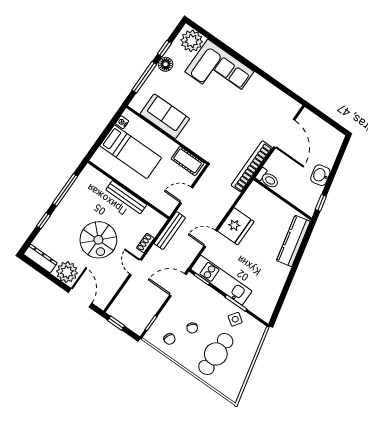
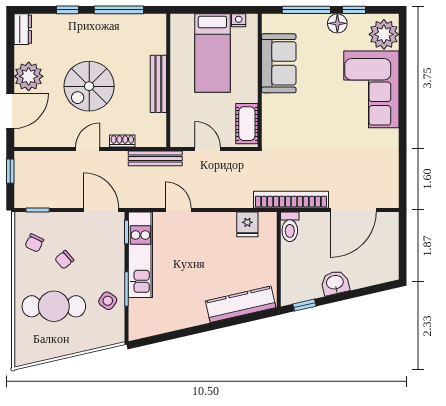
fridge: (236, 226) -> (247, 224), moved, width x0.53, depth x0.75
dresser: (40, 259) -> (23, 29), width x0.70

